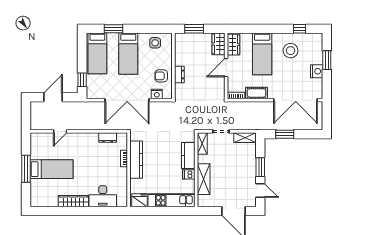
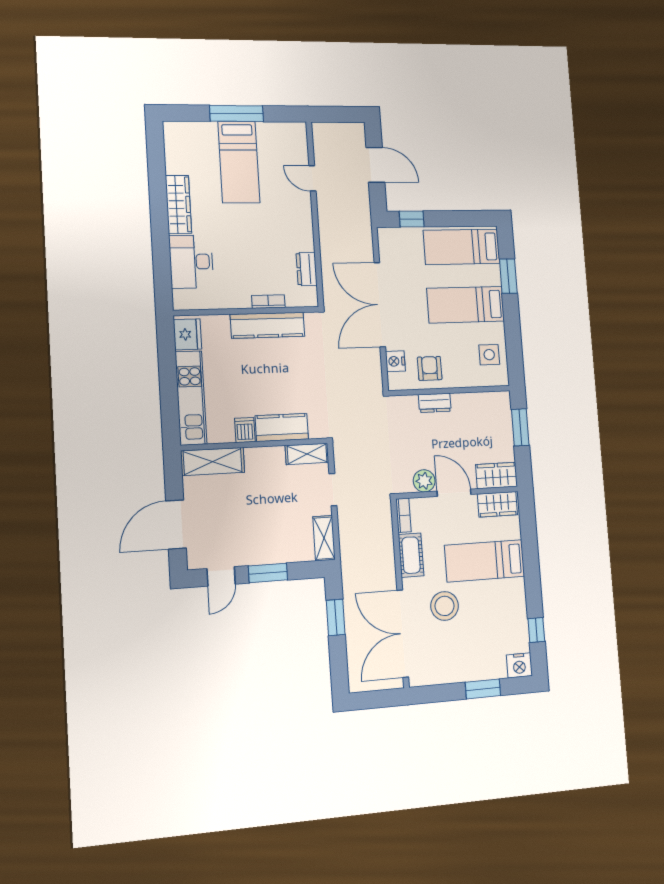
stool: (291, 51) -> (445, 606), moved
nightstand: (317, 71) -> (519, 665), moved
plant: (219, 83) -> (424, 481), added
shelving: (204, 179) -> (213, 462), moved

